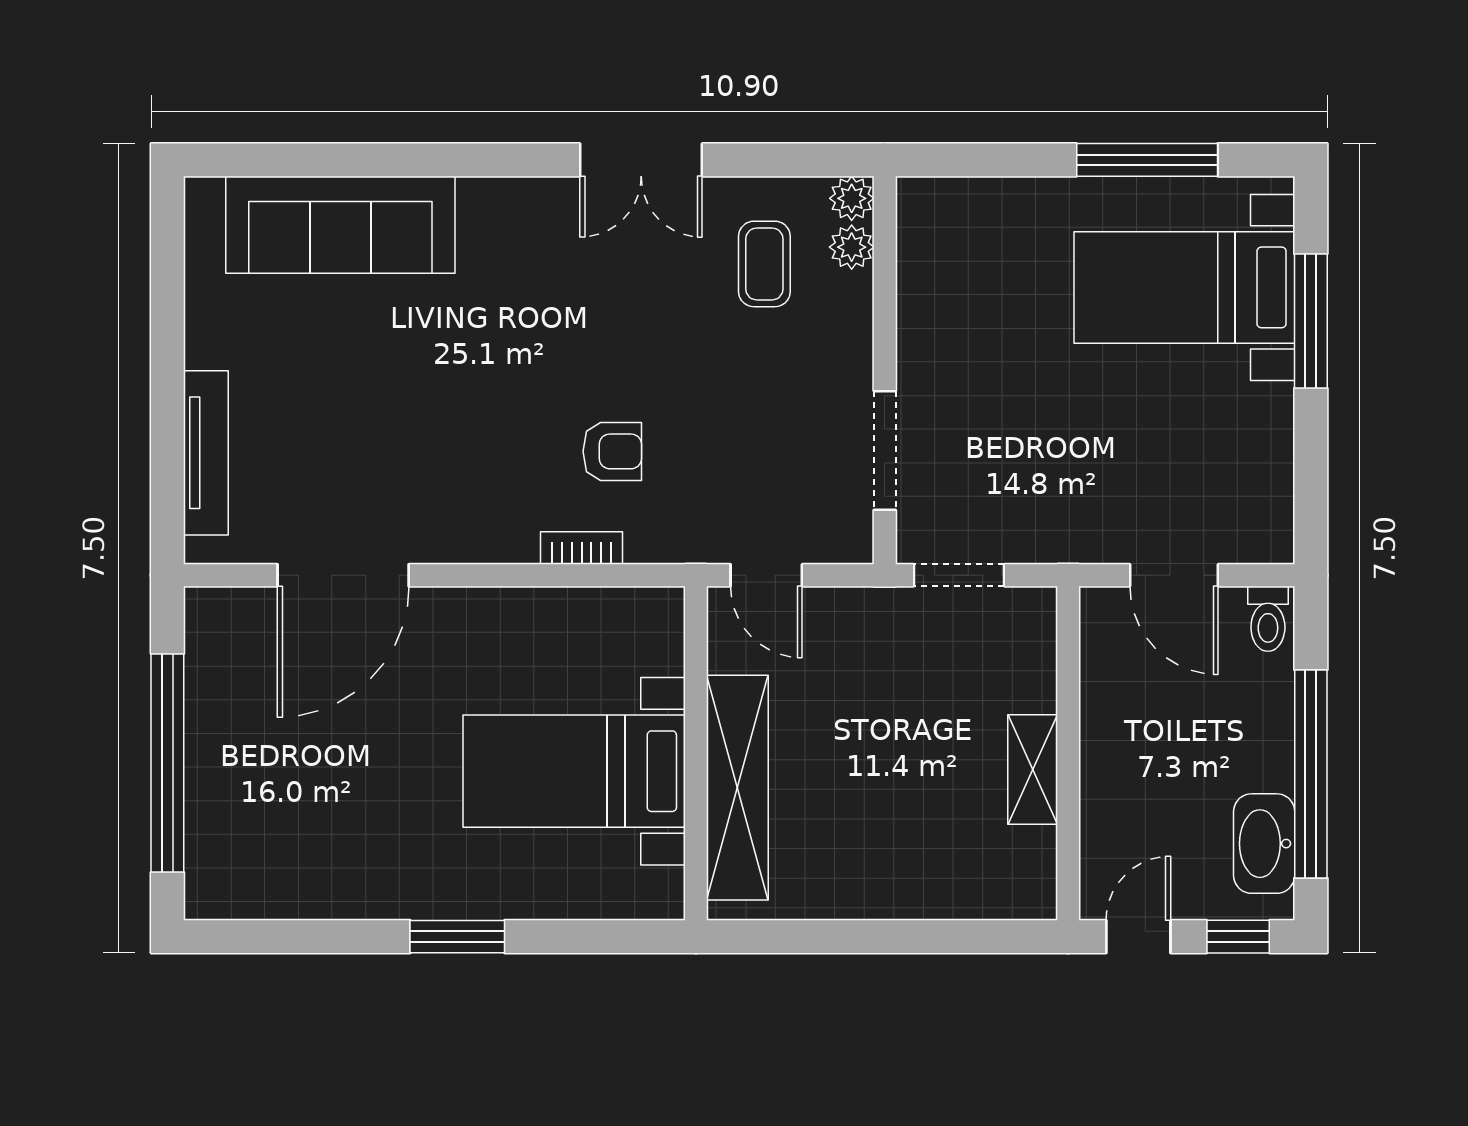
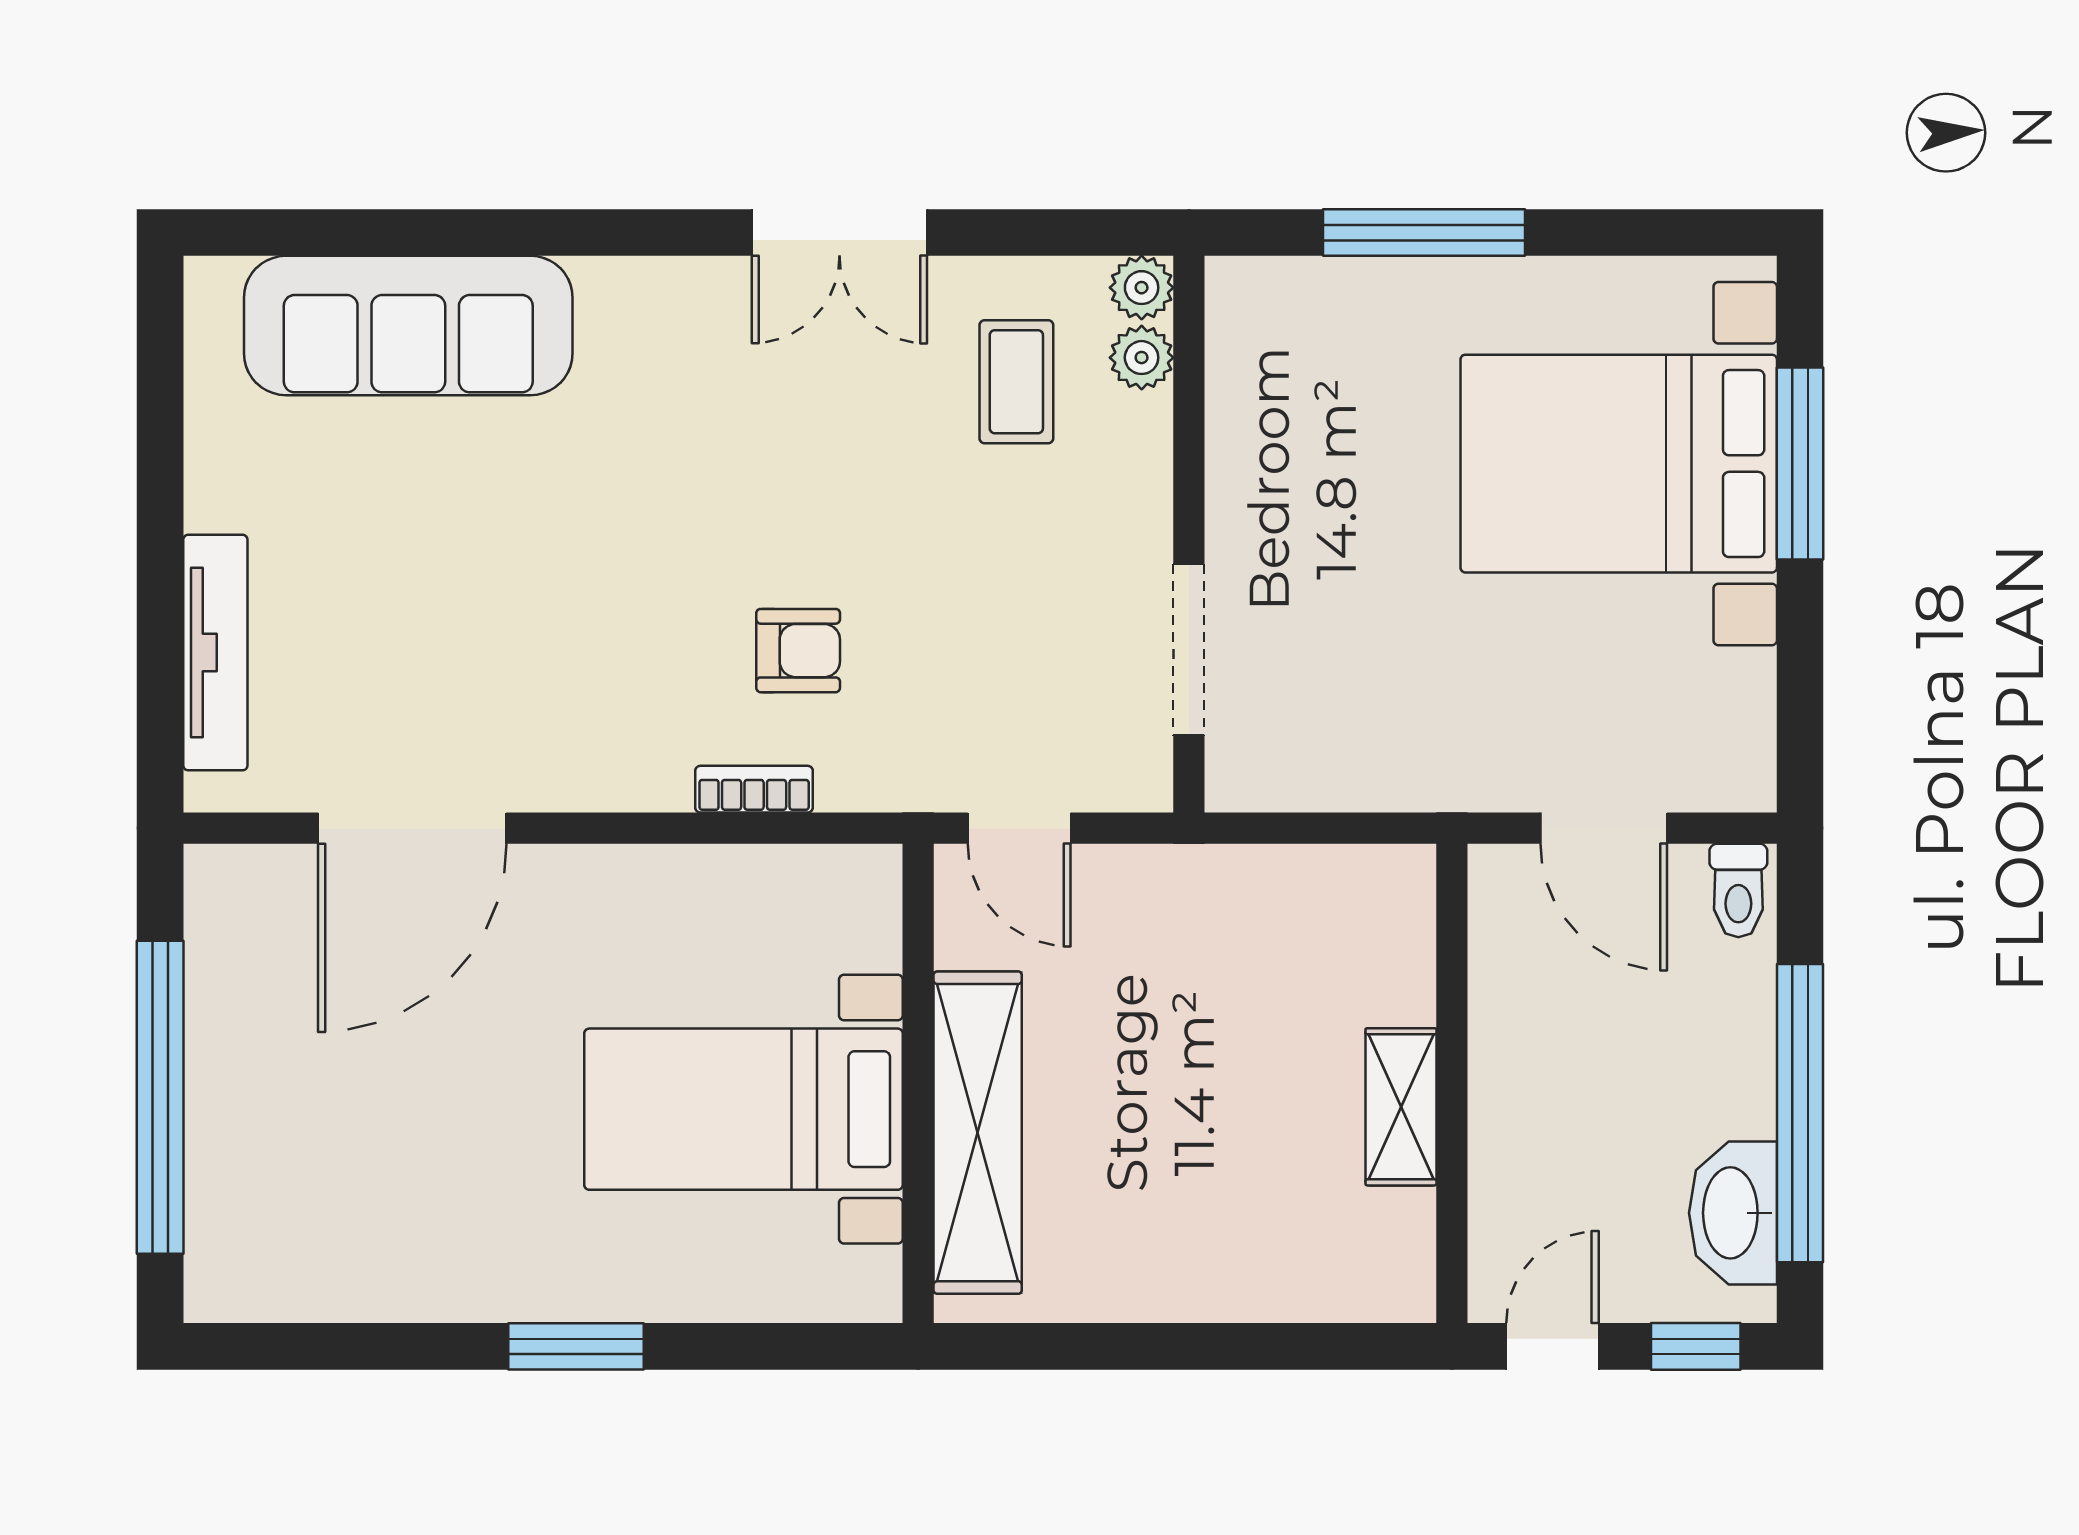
window: (1147, 160) -> (1424, 233), moved
bed with nightstands: (1184, 287) -> (1619, 464), width x1.36
doorway: (959, 575) -> (1295, 828), removed

